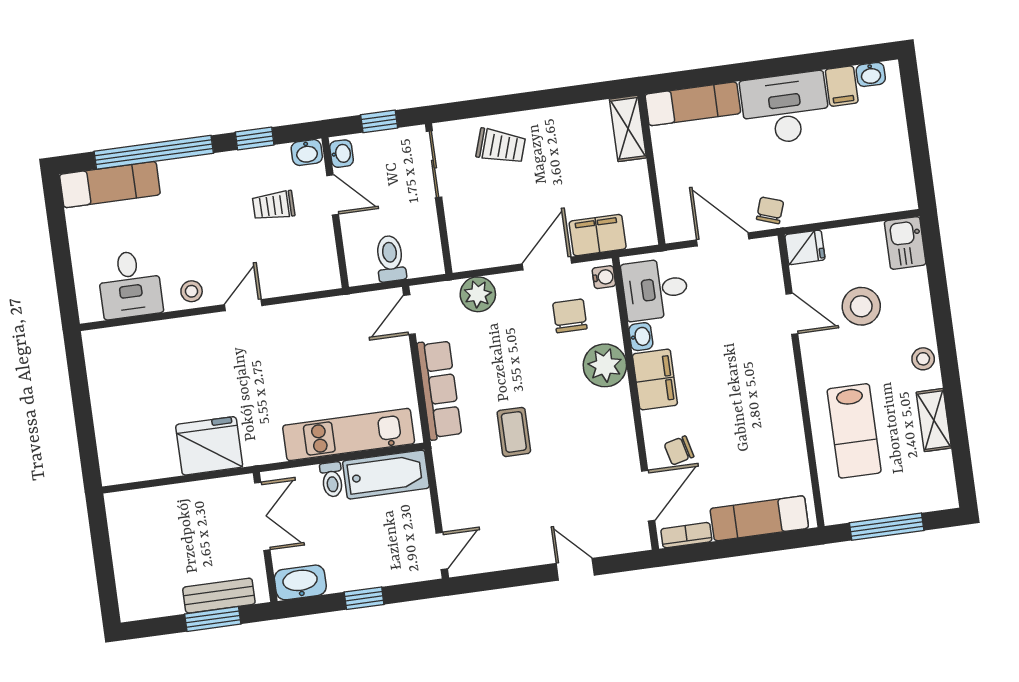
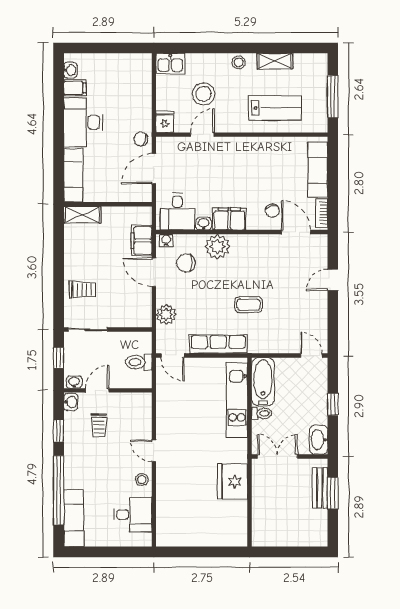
trolley: (501, 146) -> (82, 289), turned 72

